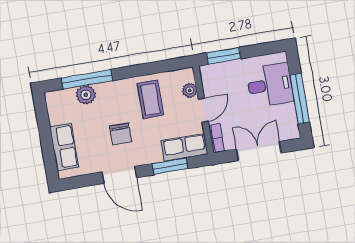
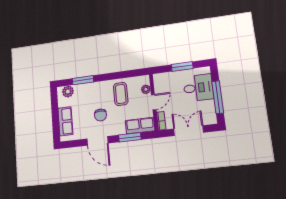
window: (224, 56) -> (182, 66), moved
window: (87, 79) -> (83, 80), width x0.69
plant: (86, 95) -> (68, 91), moved

